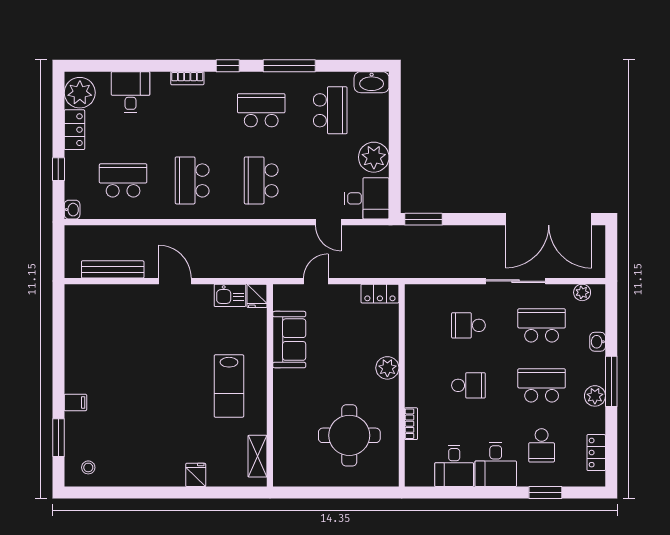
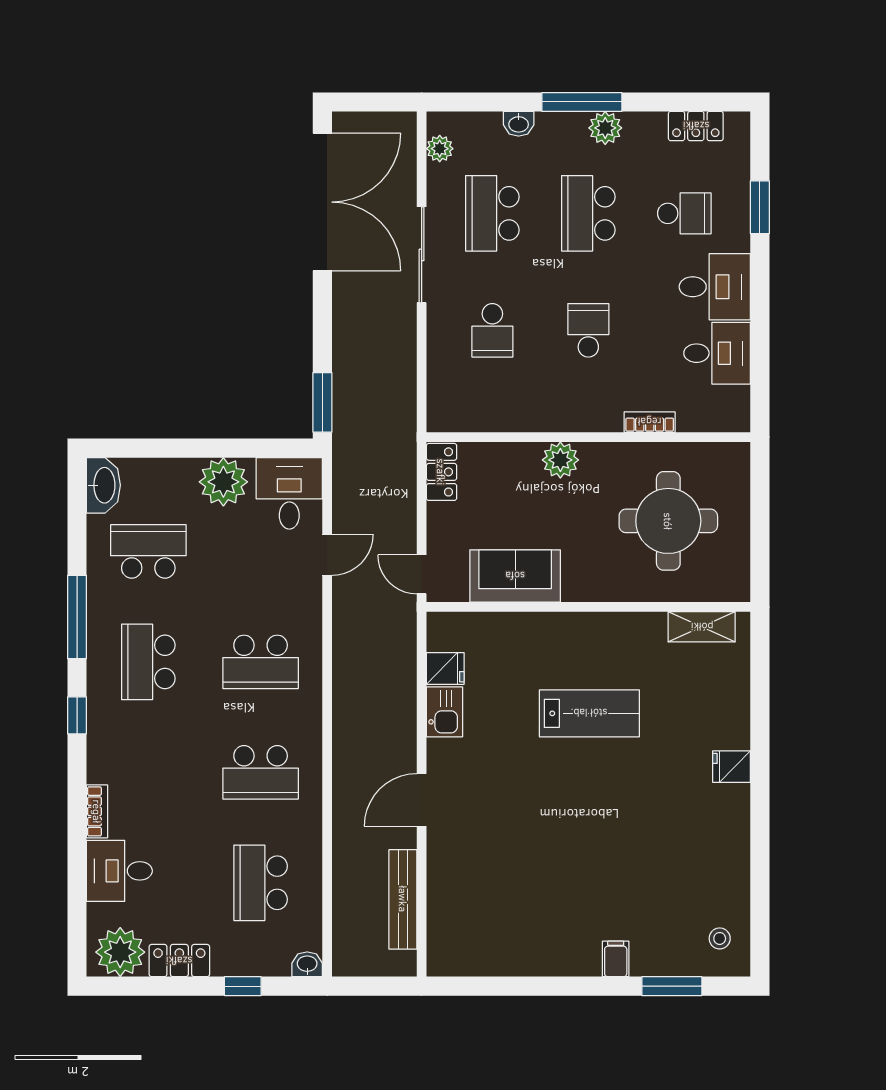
bookcase: (187, 78) -> (97, 811), moved
sofa: (289, 340) -> (515, 576), moved
wall: (270, 385) -> (588, 607), moved
shelving: (258, 456) -> (702, 627), moved

